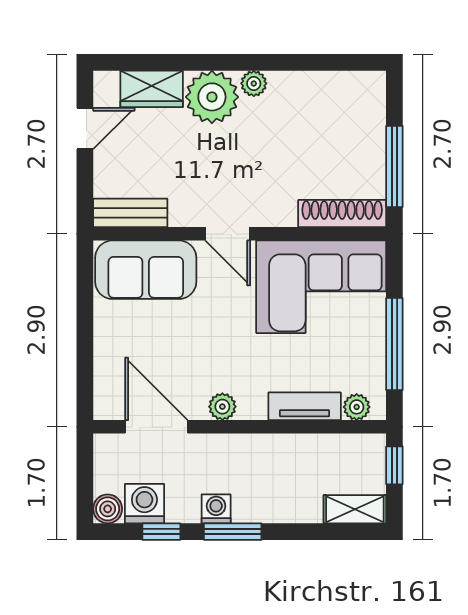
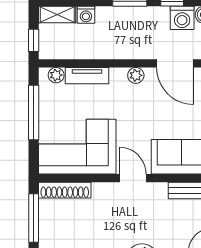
washing machine: (216, 509) -> (86, 15), moved

